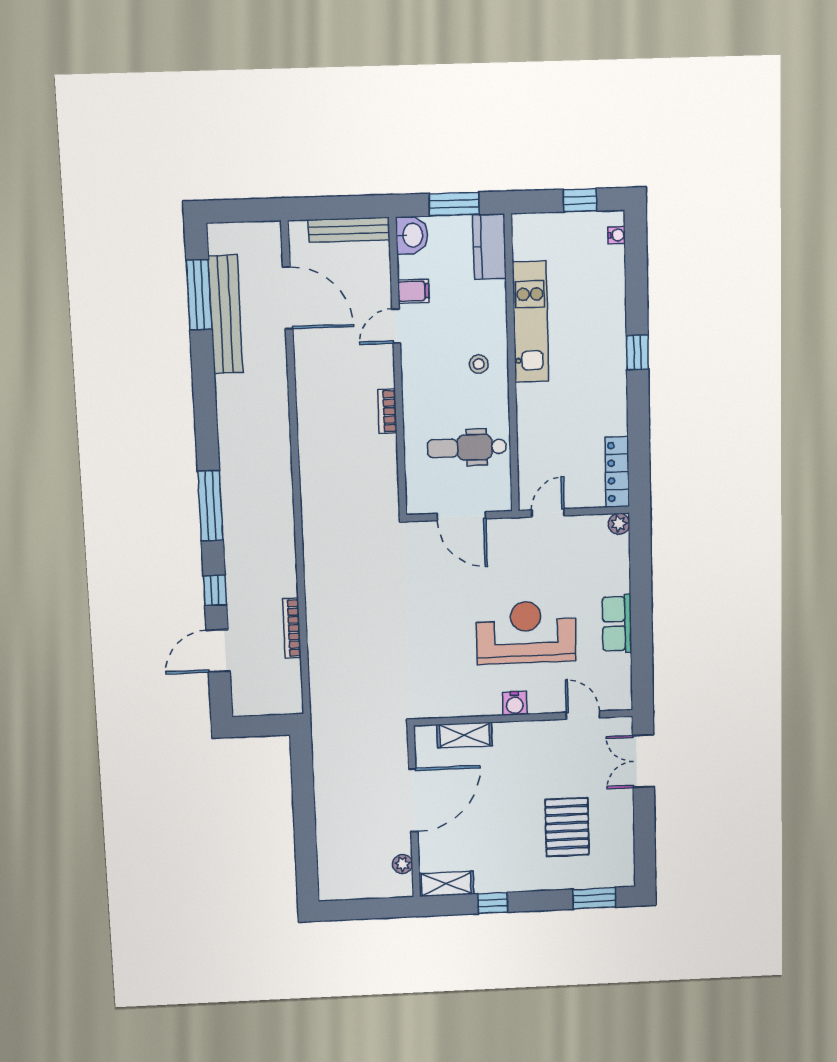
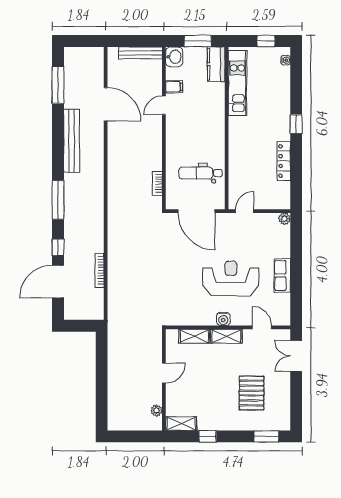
door: (288, 298) -> (106, 104), moved
bench: (225, 314) -> (72, 141), moved
kitchen unit: (530, 322) -> (238, 83), moved
stool: (479, 364) -> (208, 127), removed
bookcase: (387, 411) -> (157, 183), moved
locker: (617, 472) -> (284, 161), moved
door: (461, 516) -> (196, 211), width x1.36
door: (218, 651) -> (58, 282), width x1.36
shelving: (521, 733) -> (226, 336), added
door: (413, 800) -> (164, 373), width x0.53

